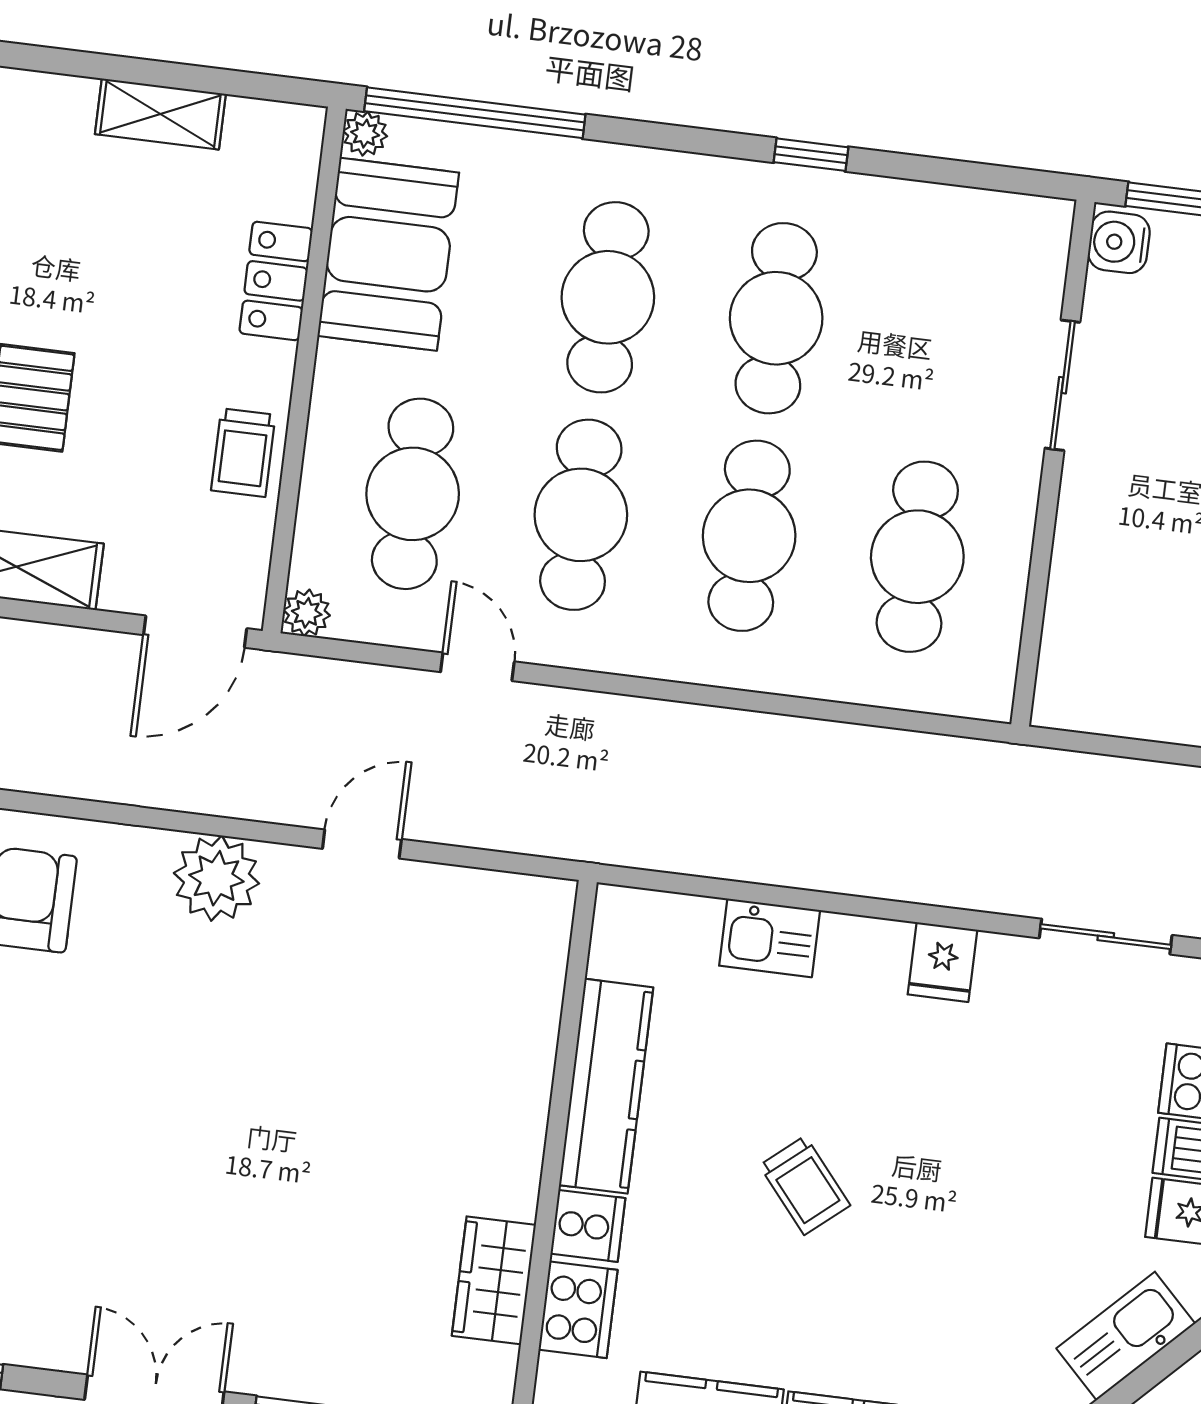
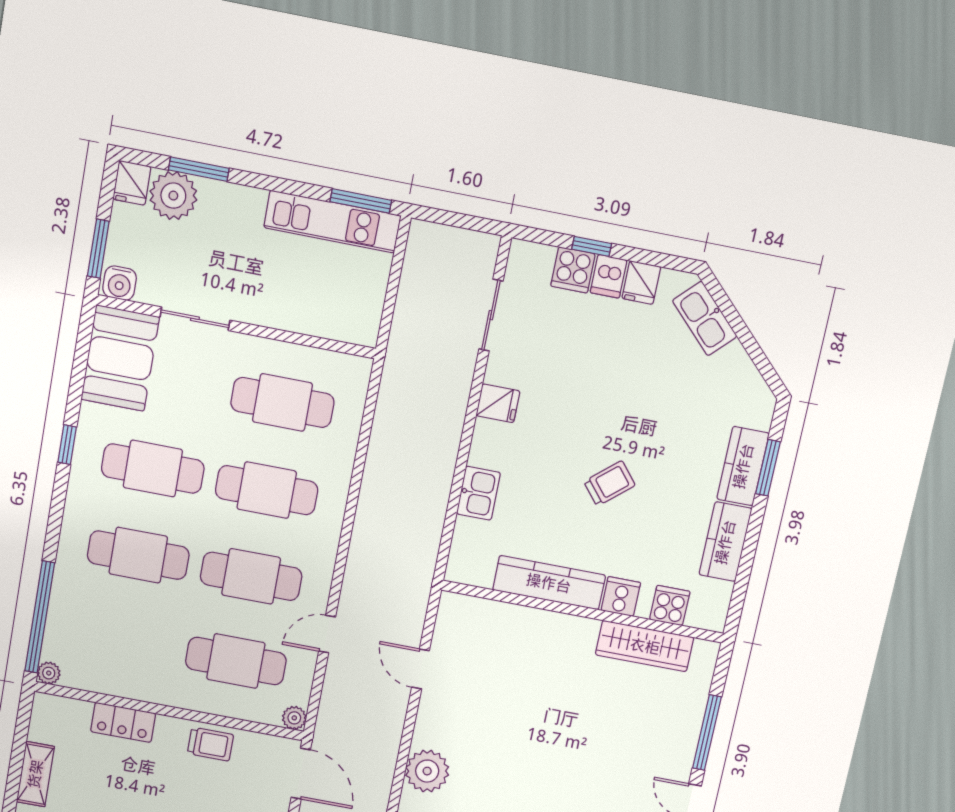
booth: (388, 254) -> (120, 358), moved, turned 90
door: (362, 844) -> (420, 669), moved
wardrobe: (494, 1280) -> (645, 646), width x1.50
cooker: (578, 1310) -> (670, 606), width x0.73

